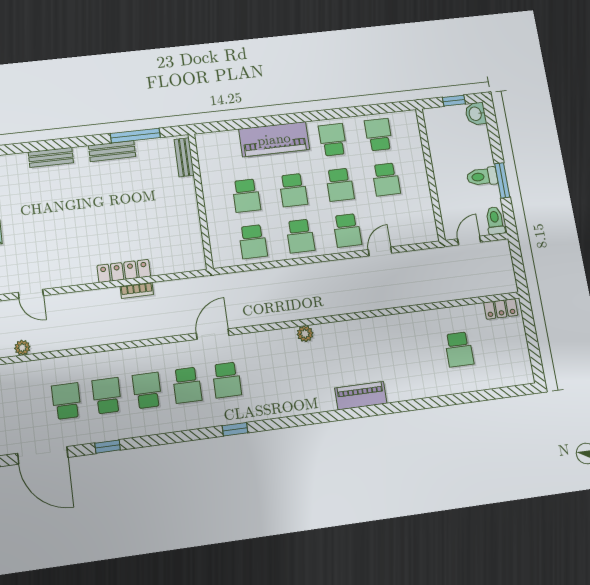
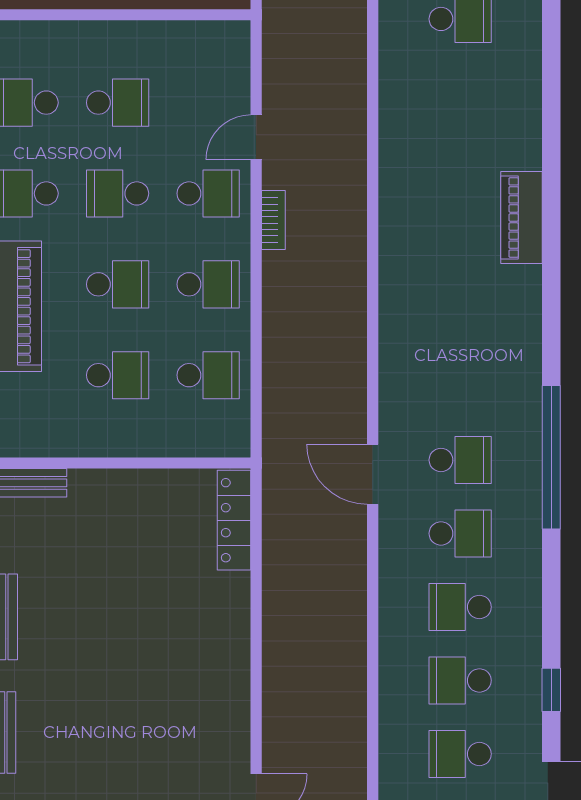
school desk: (340, 185) -> (118, 193), turned 180
door: (380, 251) -> (256, 137), hinge flipped
locker: (124, 271) -> (234, 520), moved
bookcase: (137, 290) -> (273, 220), moved
plant: (305, 334) -> (394, 303), removed
window: (235, 429) -> (551, 457), width x3.17

